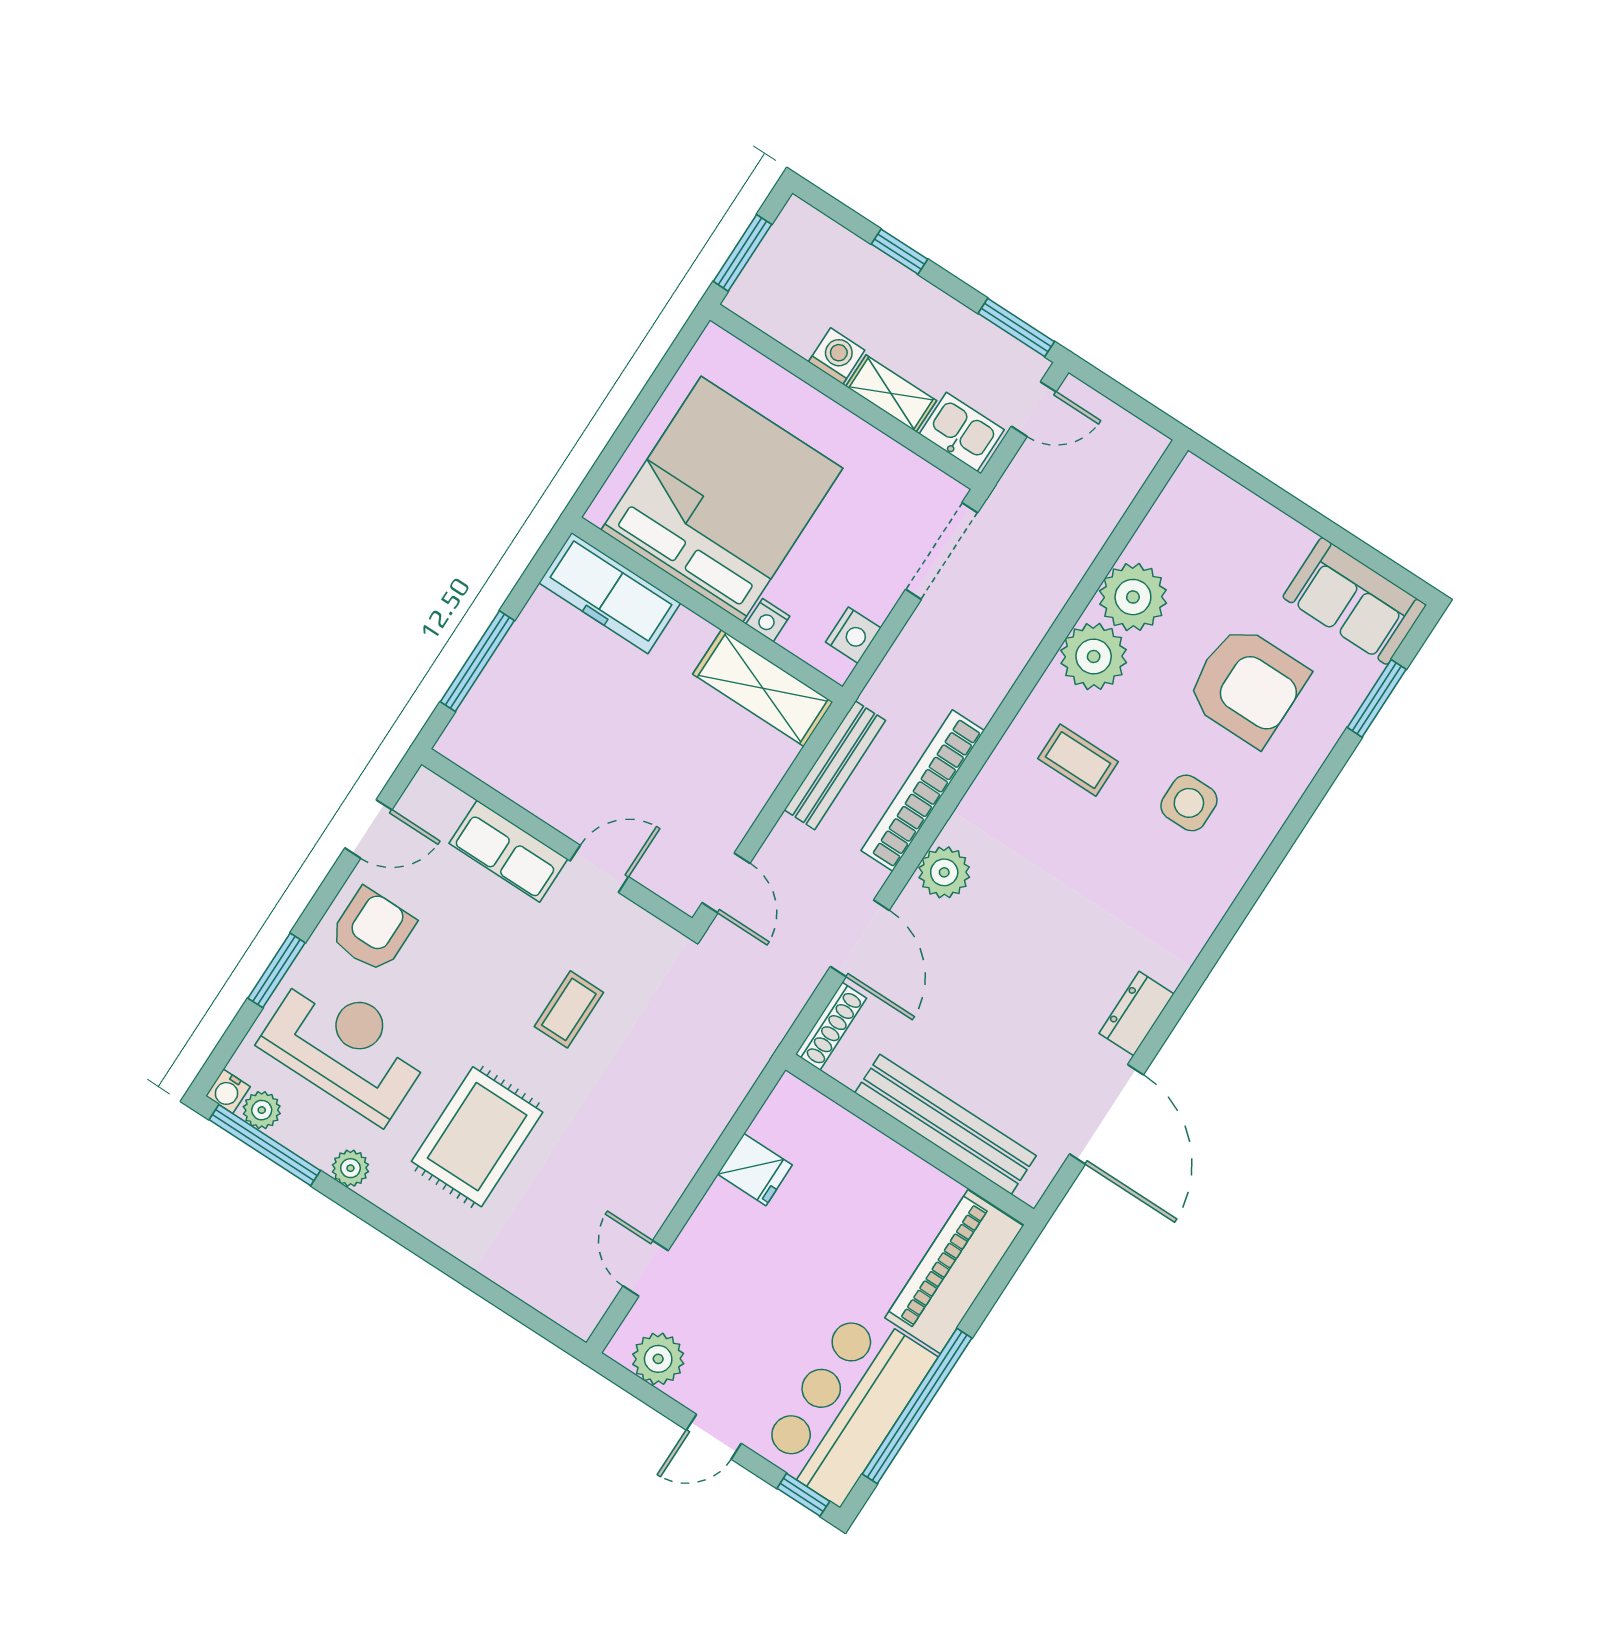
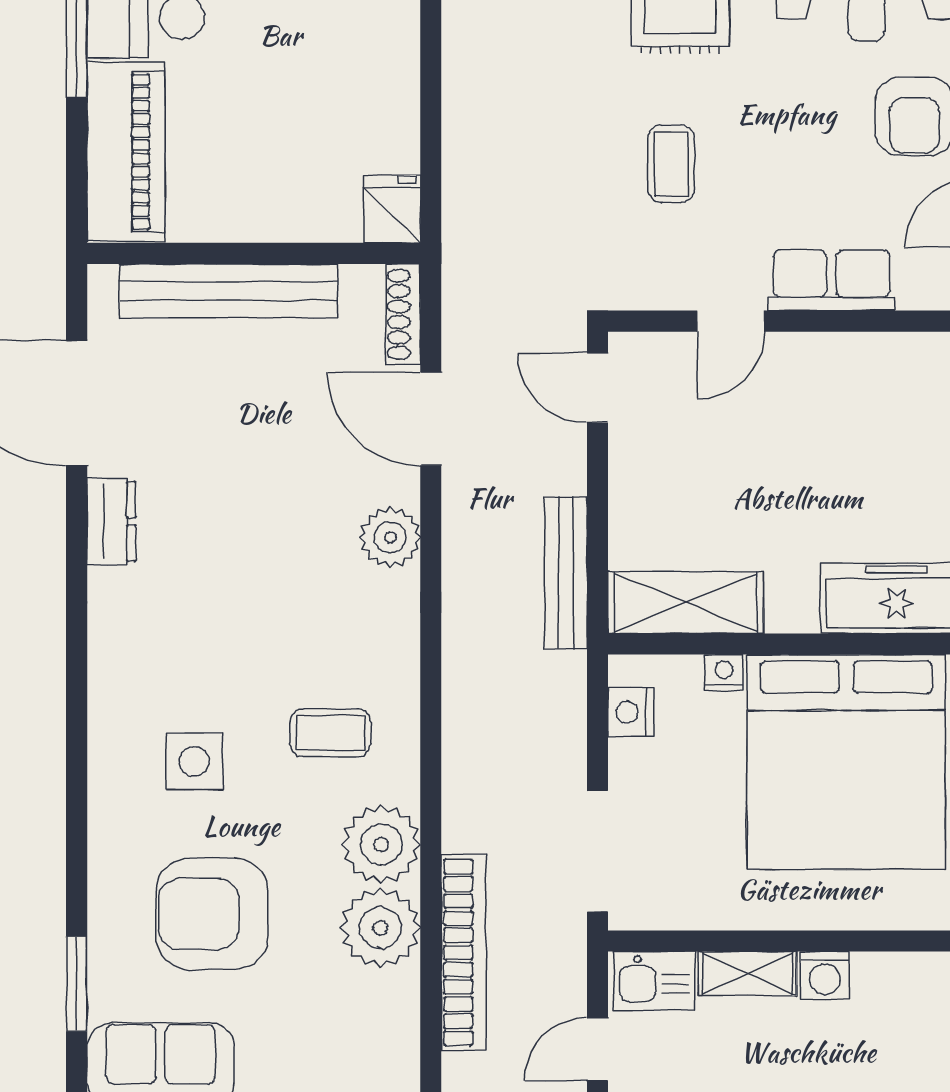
bookcase: (923, 791) -> (464, 952), moved
fridge: (755, 1170) -> (392, 209), moved, turned 90

